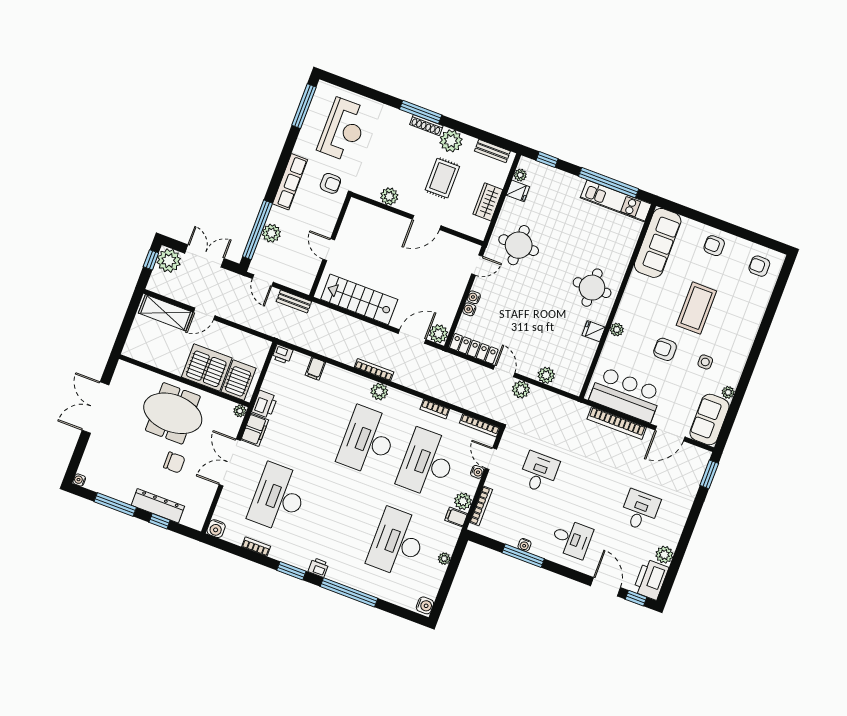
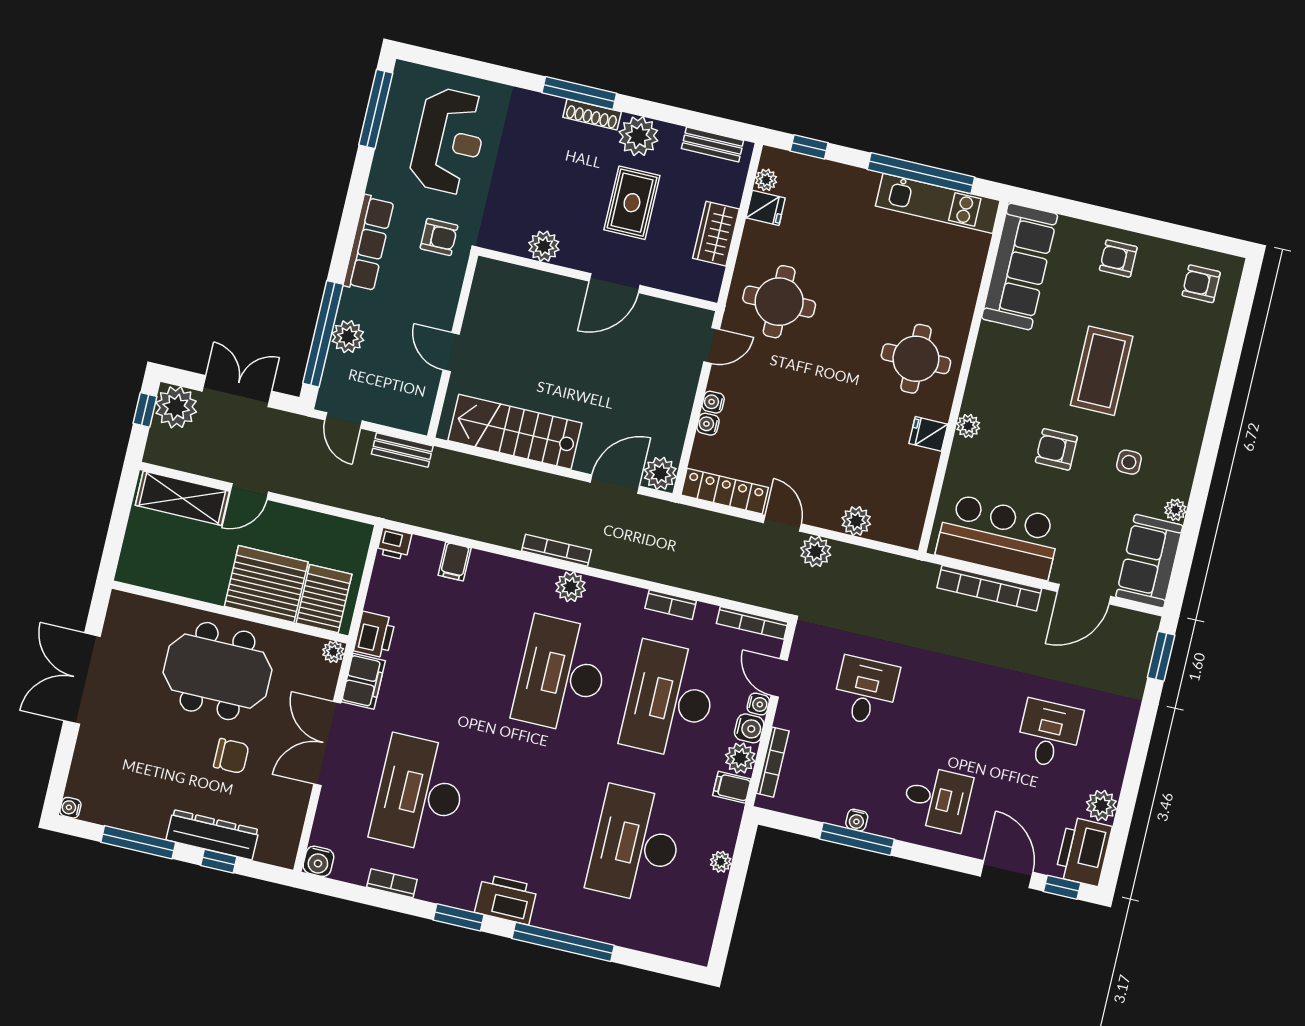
printer: (318, 567) -> (506, 899), width x1.87, depth x1.48
water cooler: (425, 605) -> (749, 728), moved

